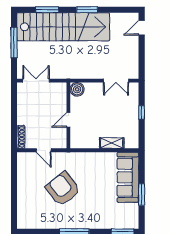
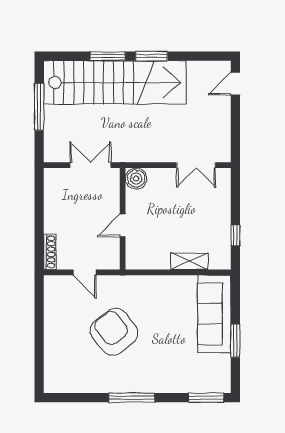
window: (47, 10) -> (108, 56), moved
double door: (36, 81) -> (91, 165), moved
window: (142, 112) -> (235, 235), moved

